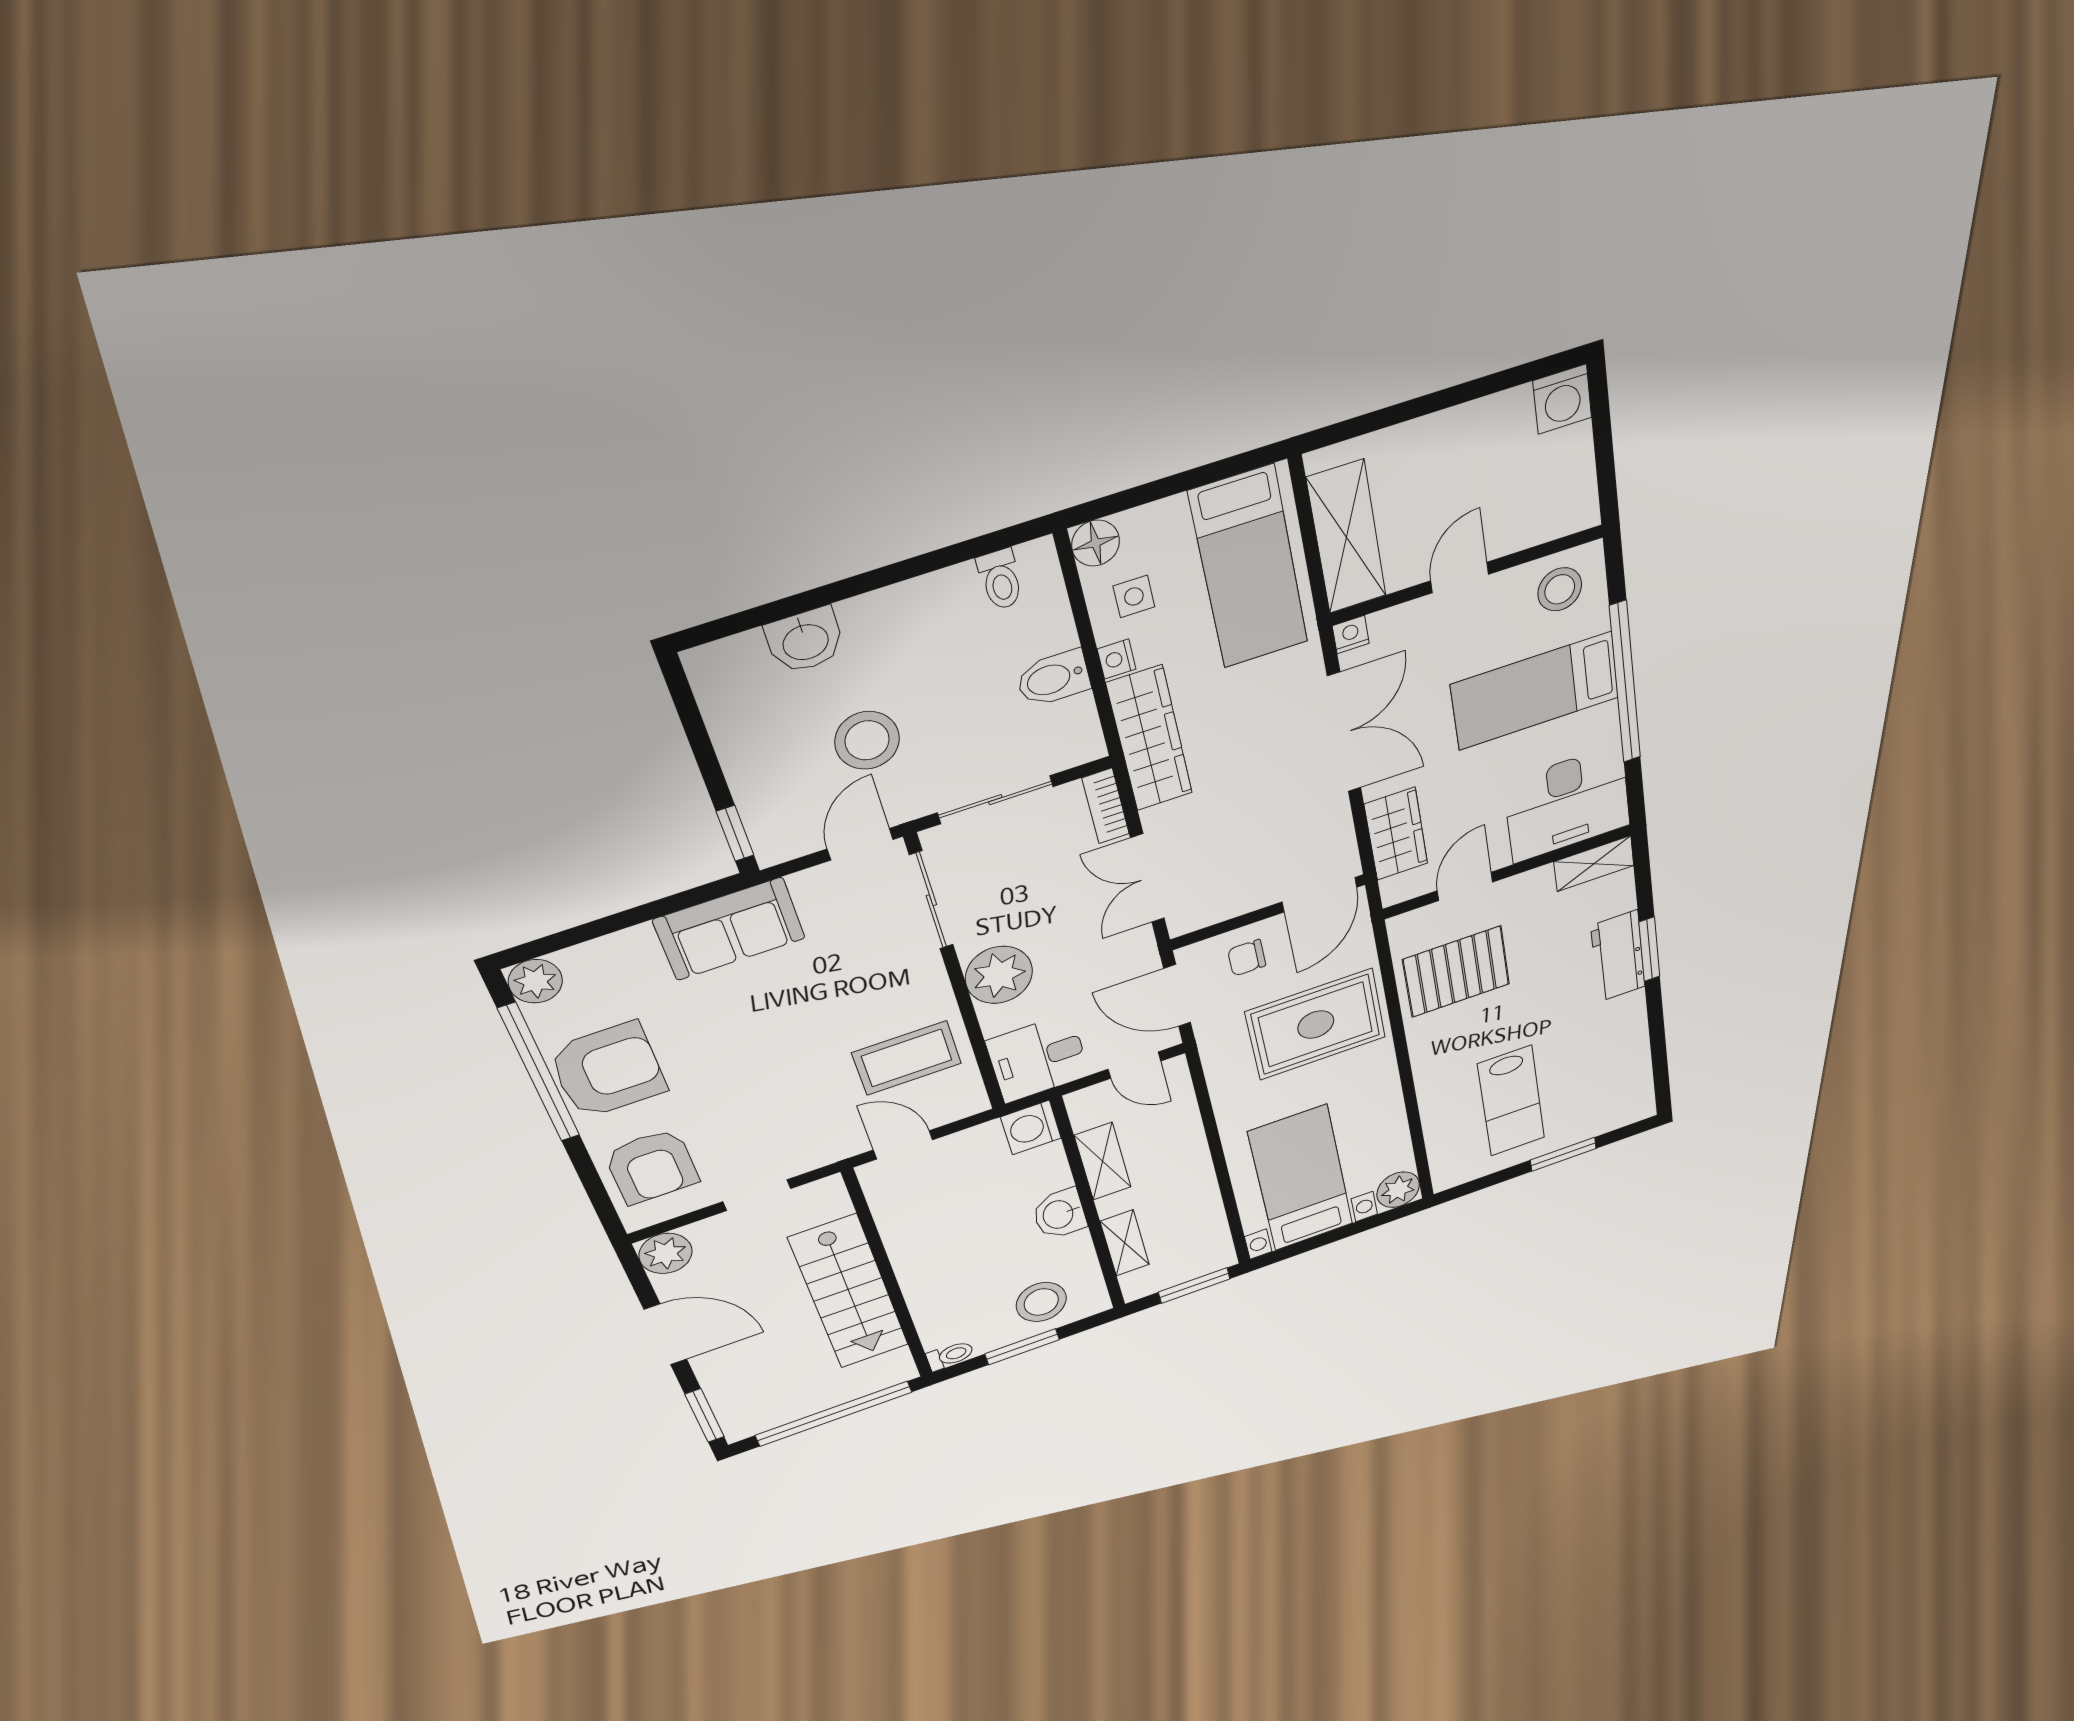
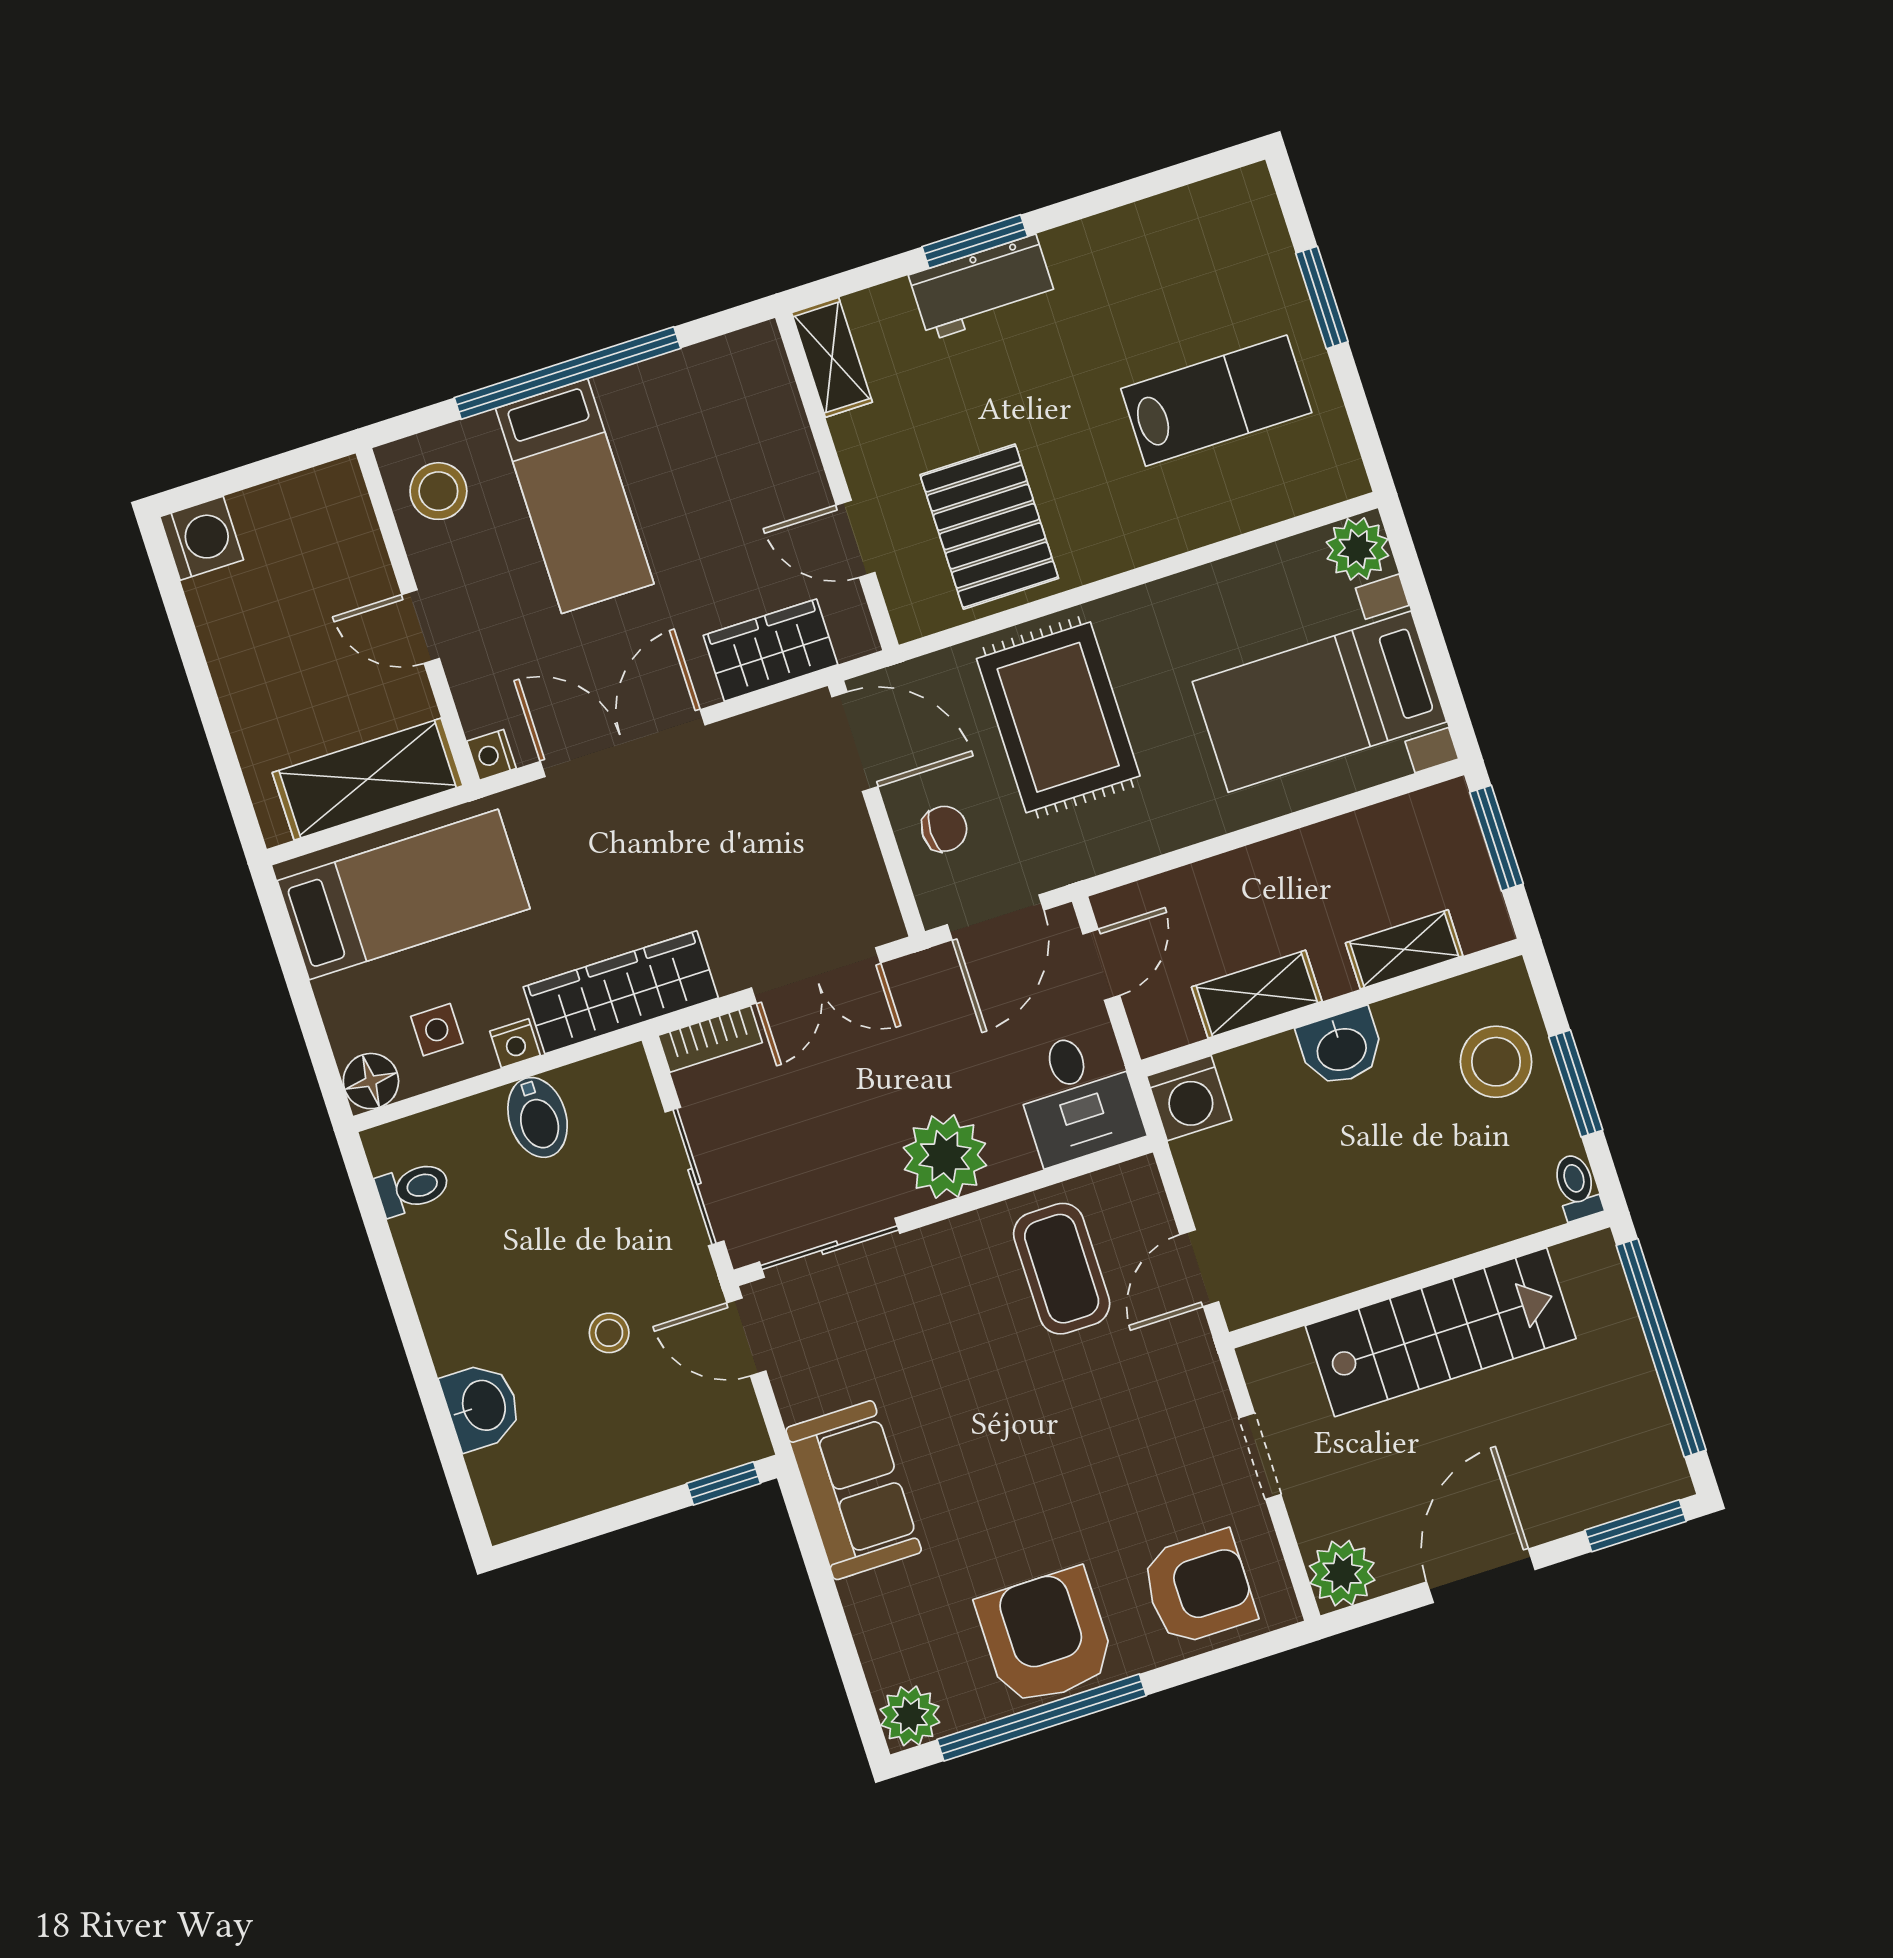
stool: (867, 740) -> (609, 1333), width x0.53, depth x0.53
desk: (1567, 804) -> (739, 417), removed
chair: (1247, 958) -> (944, 829), turned -90

